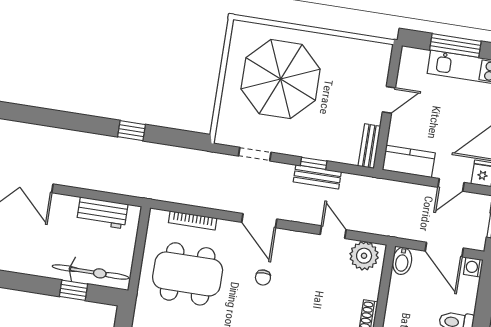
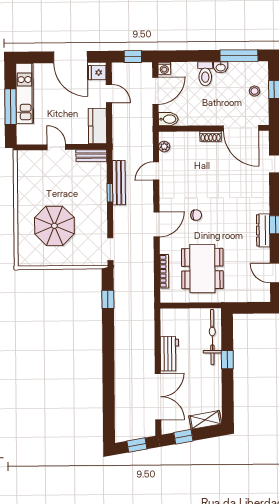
parasol: (281, 79) -> (54, 226), width x0.73, depth x0.73
window: (131, 131) -> (108, 299), moved
doorway: (255, 154) -> (110, 249), moved
bench: (317, 177) -> (119, 183), width x1.36
workbench: (102, 213) -> (169, 354), moved
plant: (364, 256) -> (164, 147), width x0.53, depth x0.53
window: (73, 290) -> (227, 360), moved

